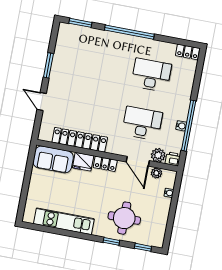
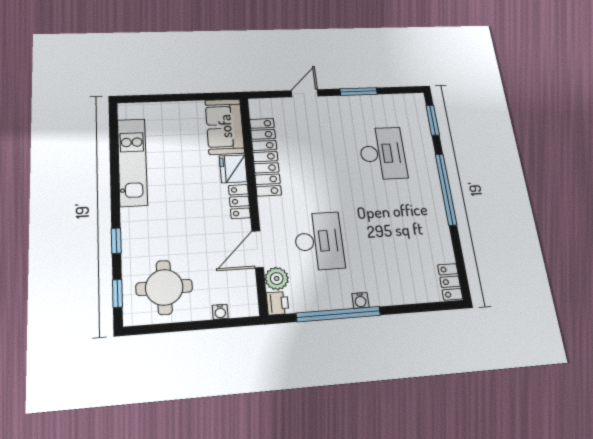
desk: (151, 75) -> (383, 153), moved
water cooler: (181, 126) -> (360, 300), moved
plant: (156, 173) -> (247, 283), removed
round table: (124, 218) -> (164, 287), moved

